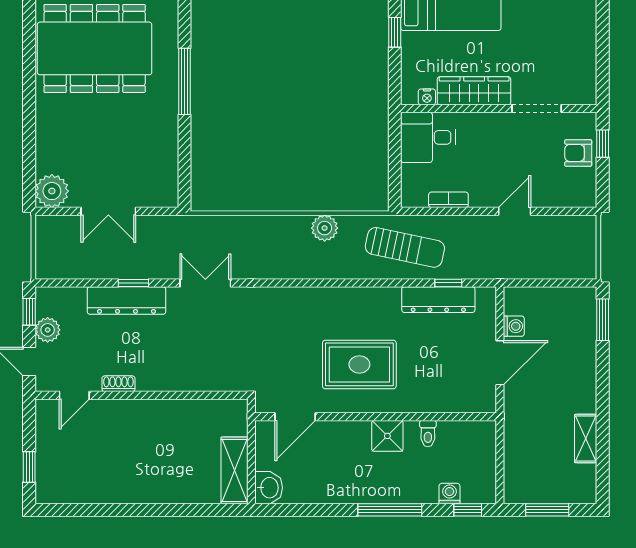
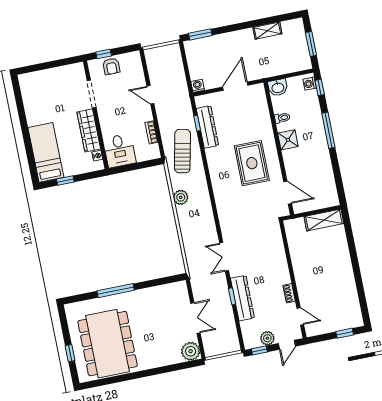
washing machine: (514, 326) -> (198, 86), moved
door: (500, 363) -> (235, 86), hinge flipped
washbasin: (269, 488) -> (278, 87), moved, turned 180
washing machine: (449, 494) -> (310, 84), moved

